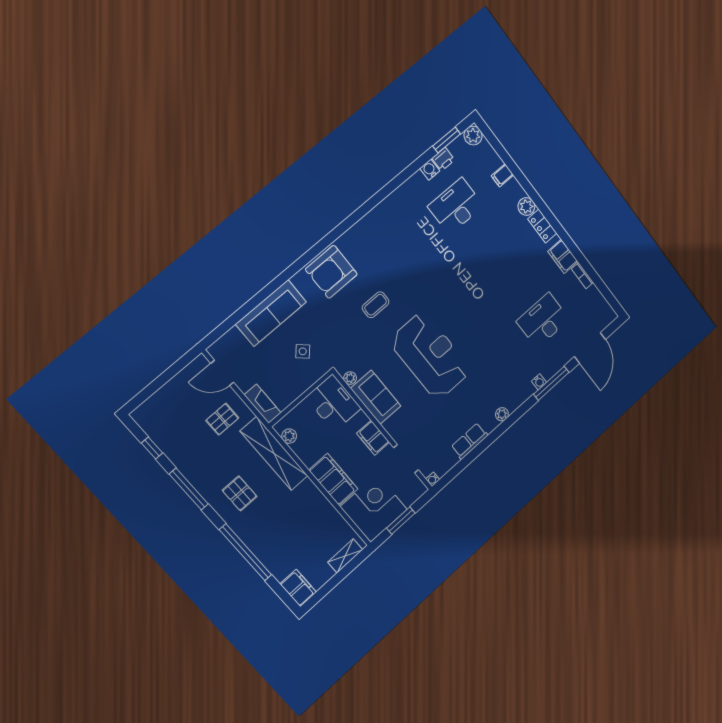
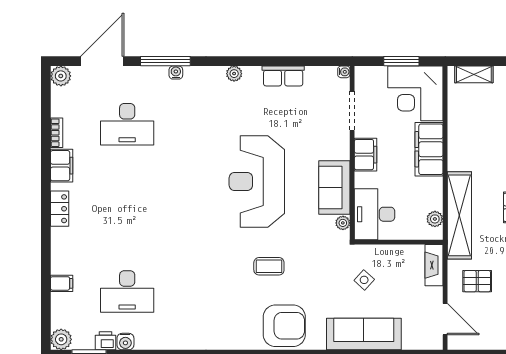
plant: (526, 206) -> (61, 76), moved

